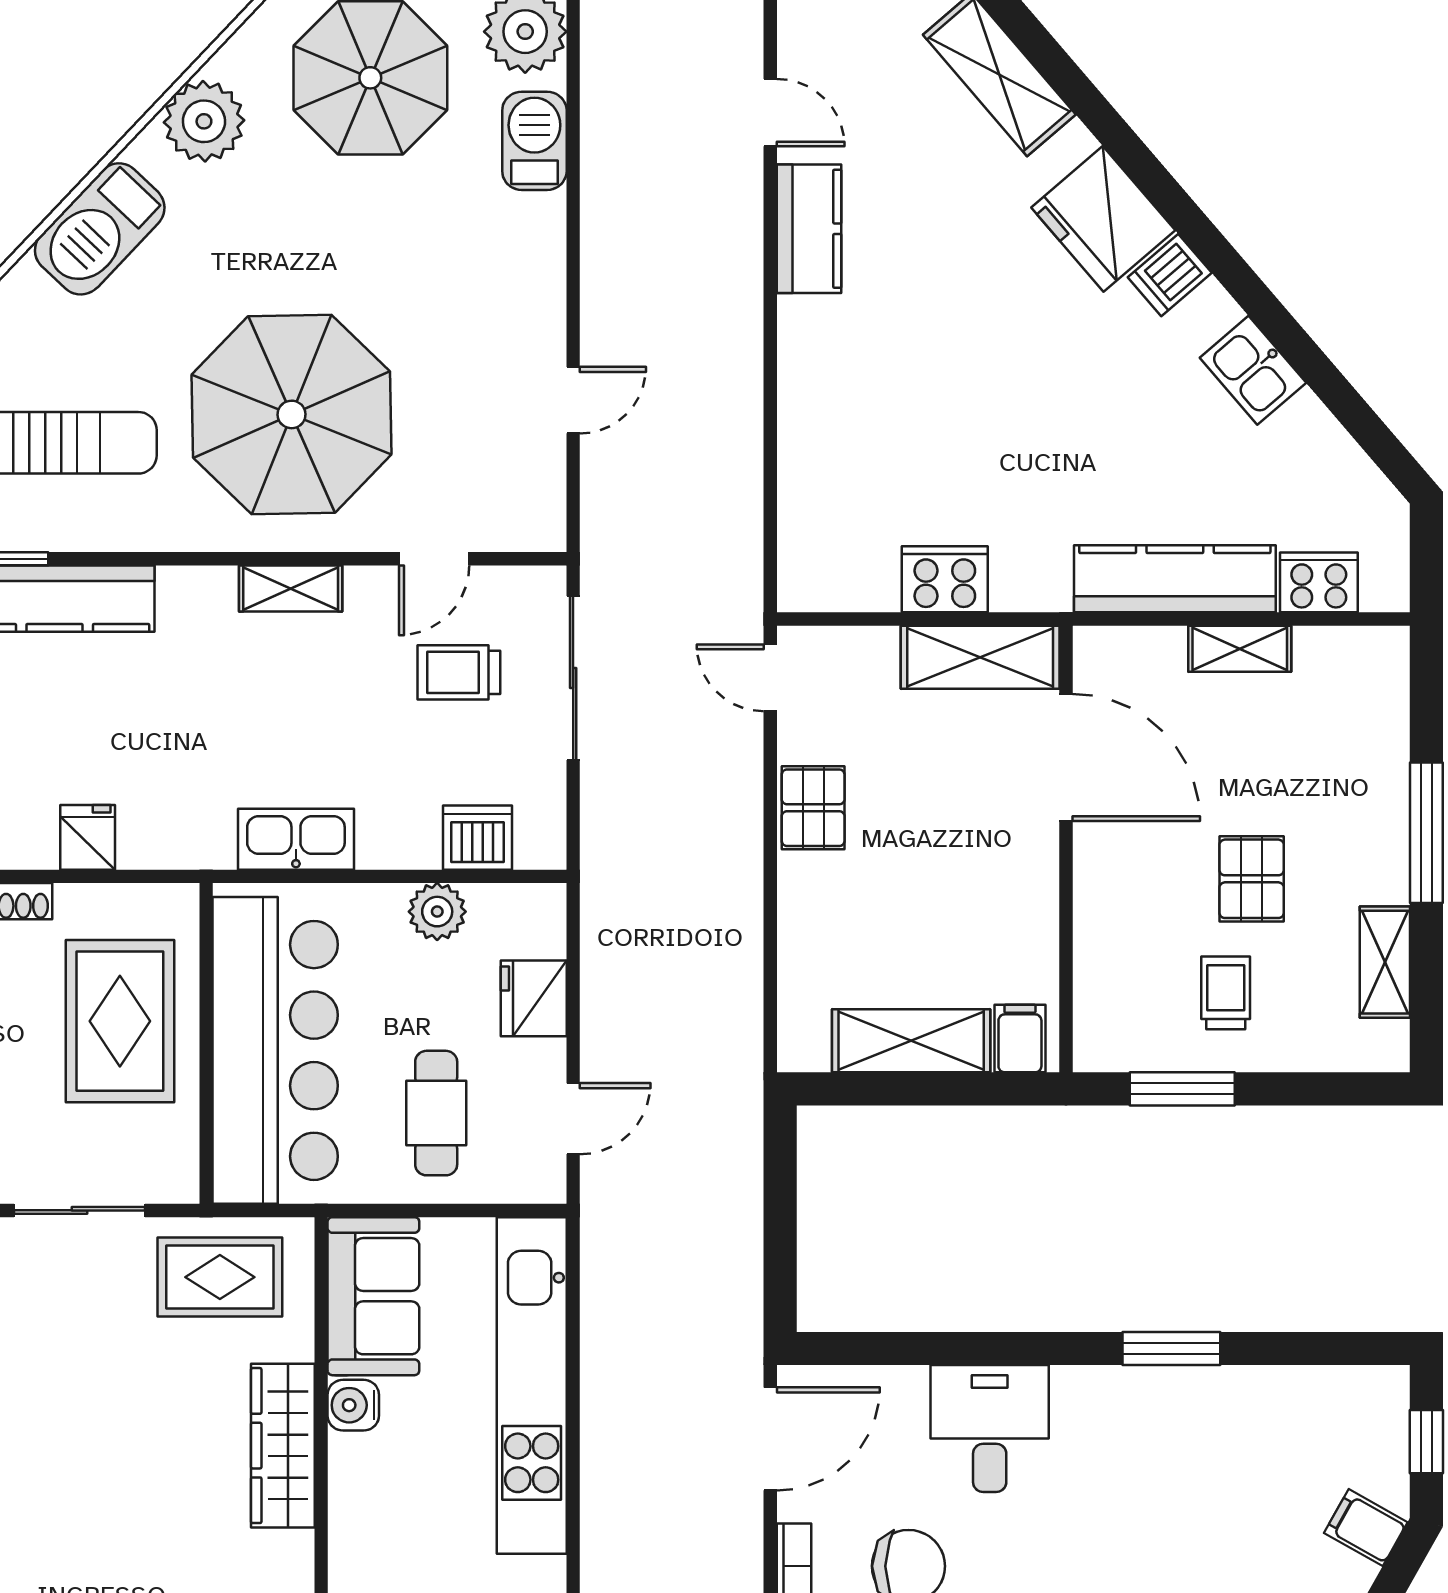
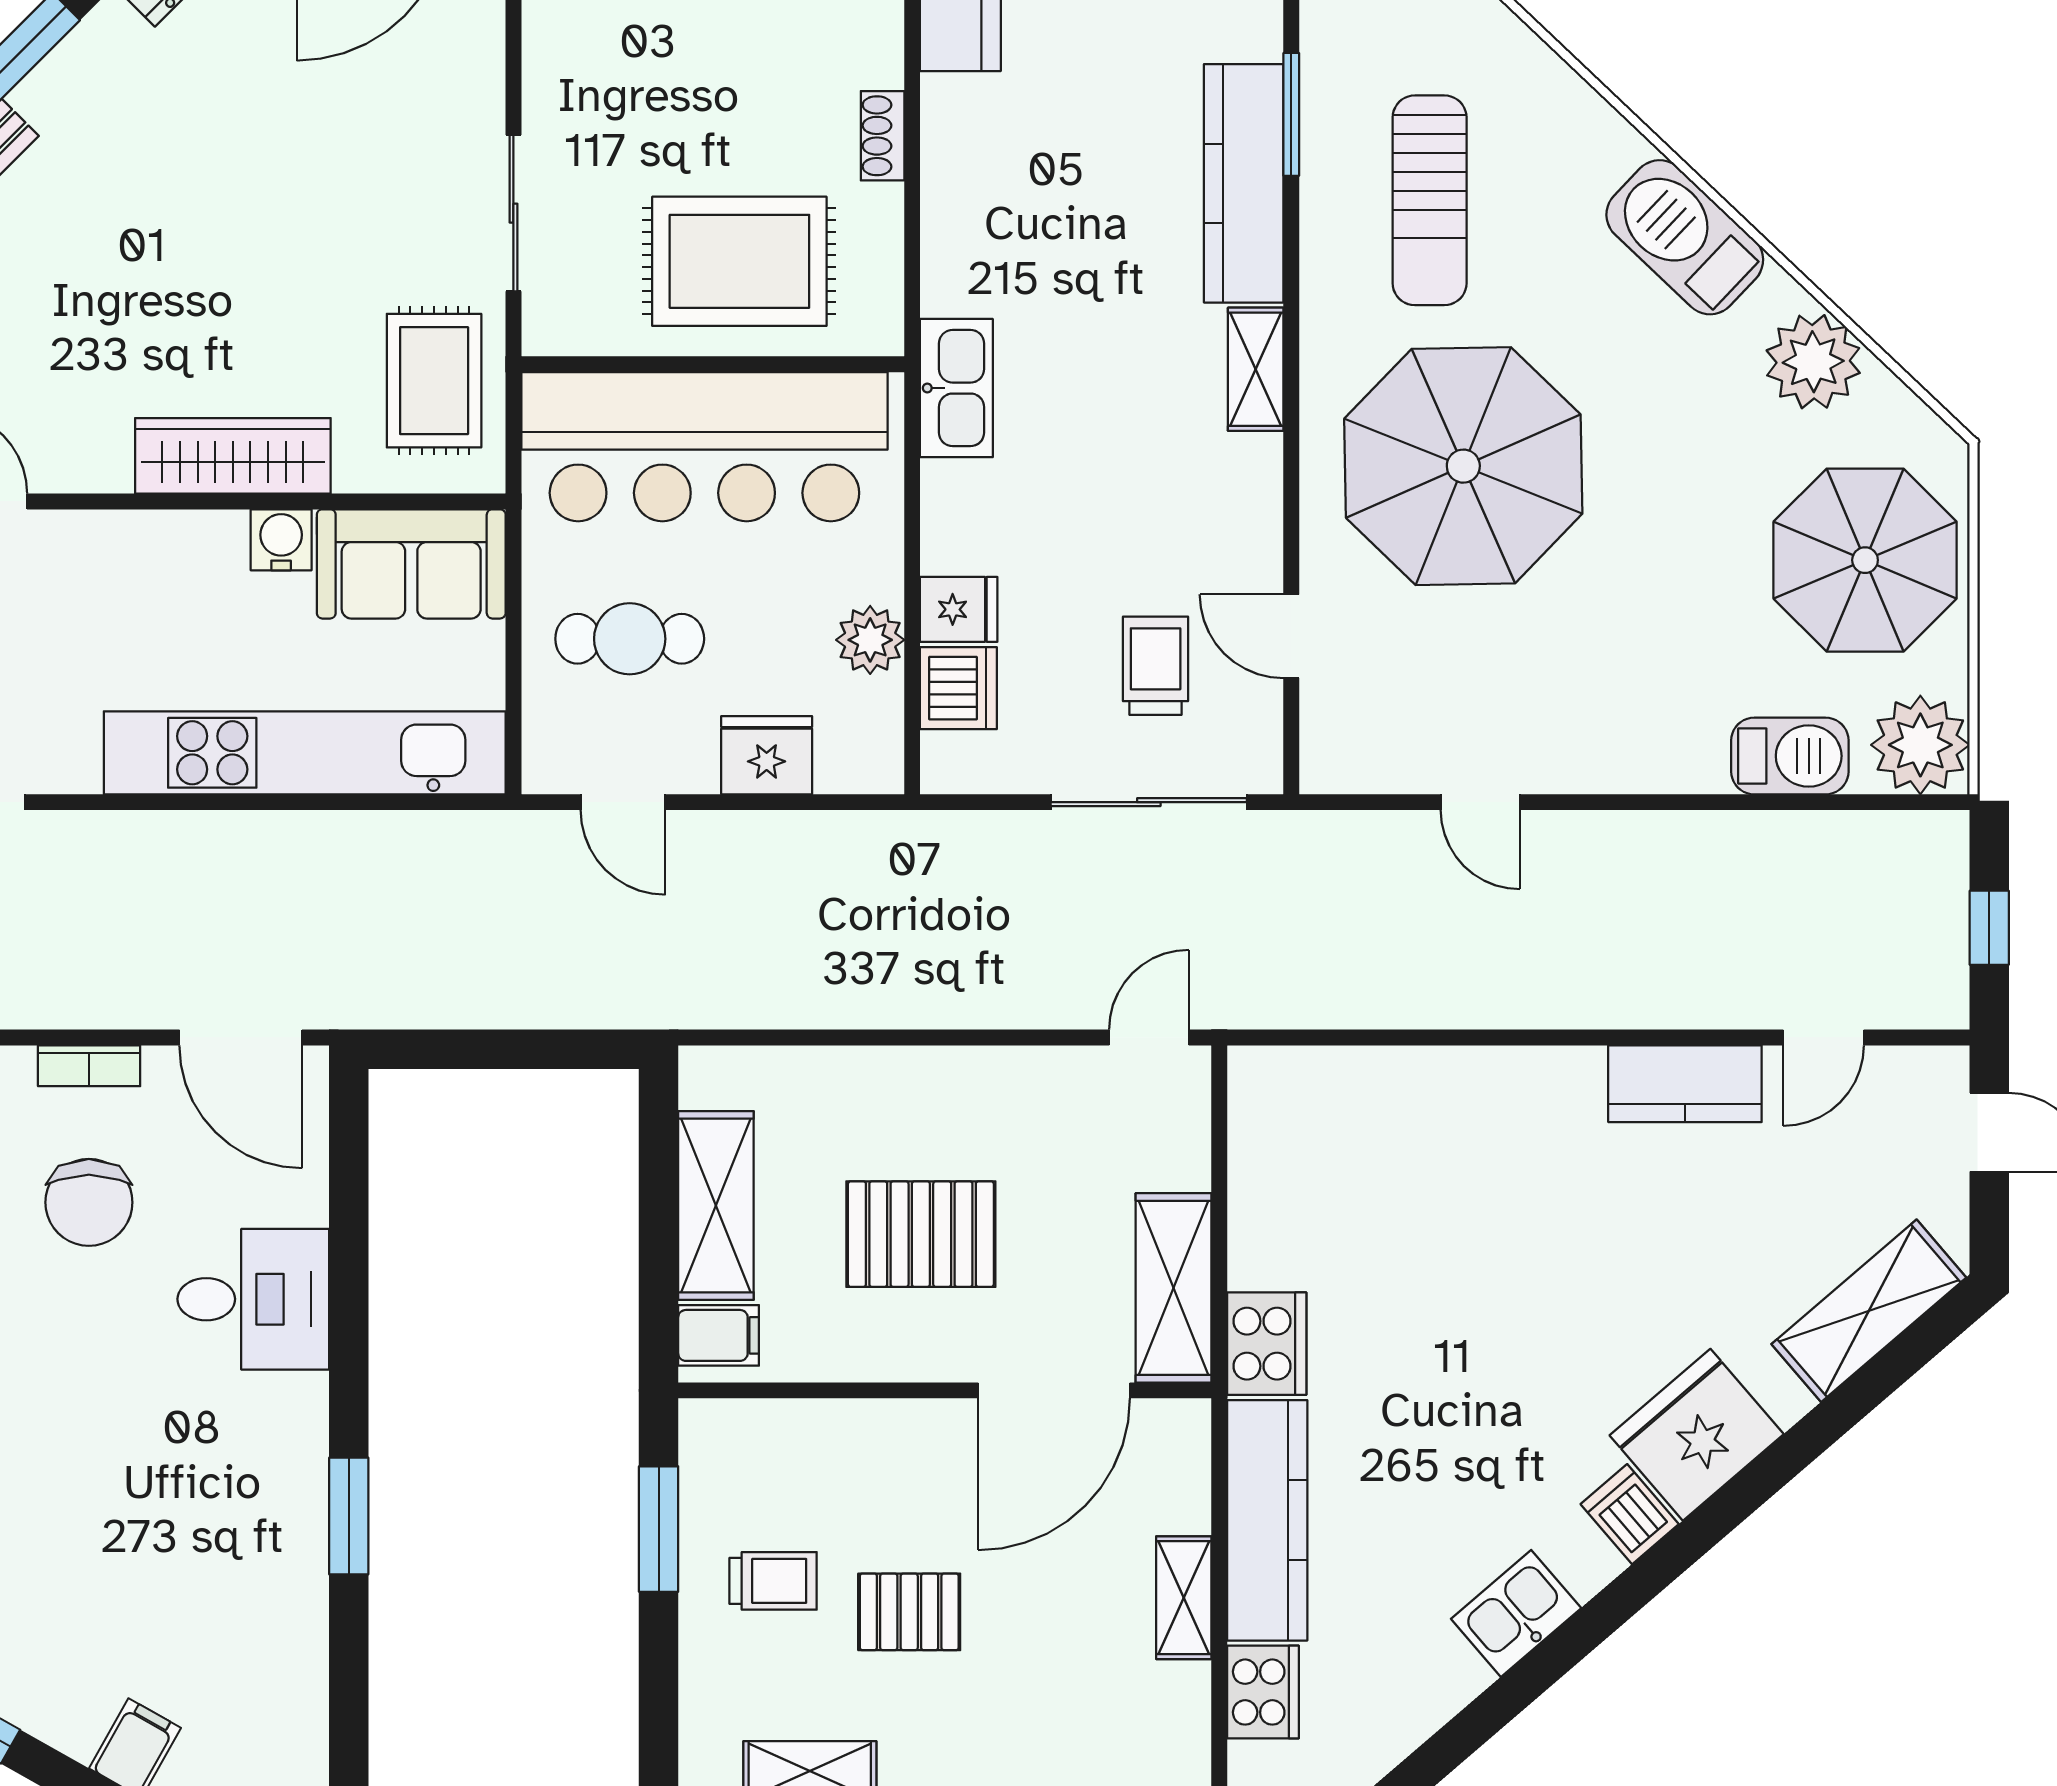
cooker: (945, 579) -> (1267, 1344), moved
shelving: (291, 588) -> (1256, 369), moved
pallet: (813, 808) -> (921, 1234), moved, width x1.50, depth x1.42
fridge: (88, 837) -> (959, 609), moved
kitchen sink: (296, 839) -> (956, 388), moved

